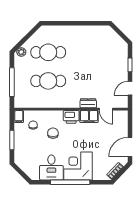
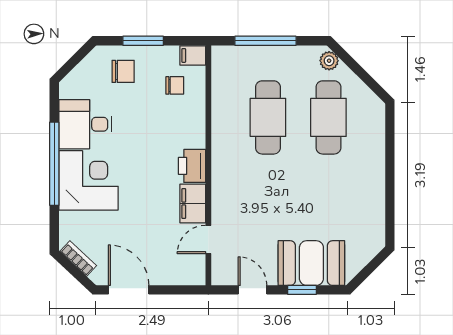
booth: (117, 60) -> (311, 263), added
dresser: (88, 103) -> (221, 202), removed
chair: (53, 133) -> (123, 71), moved

